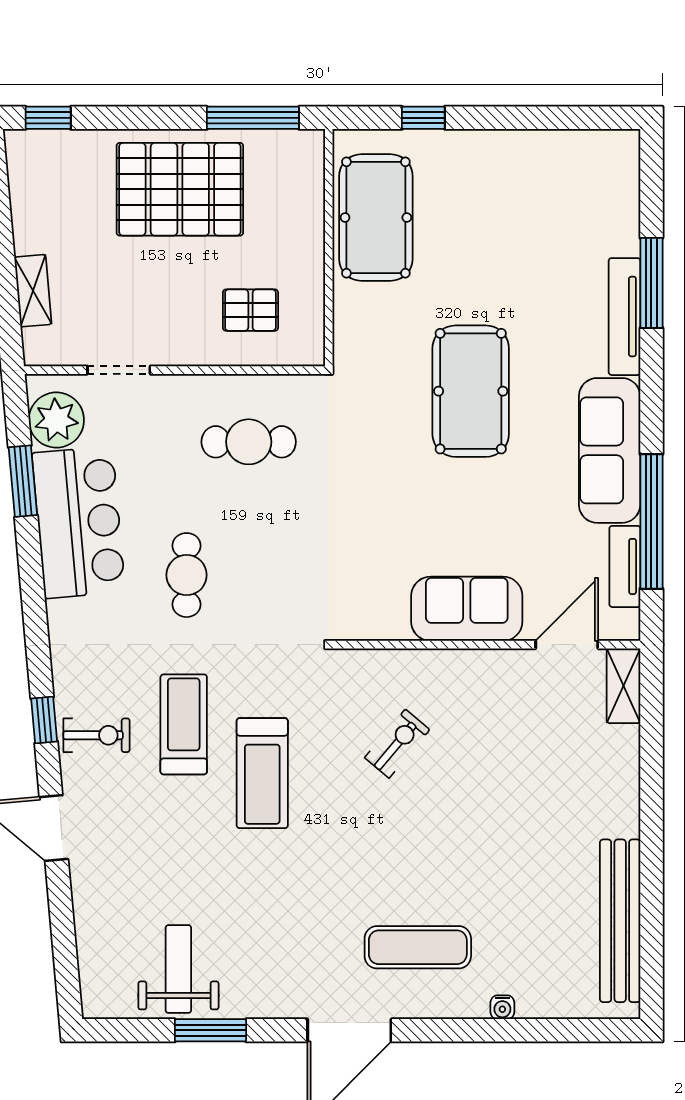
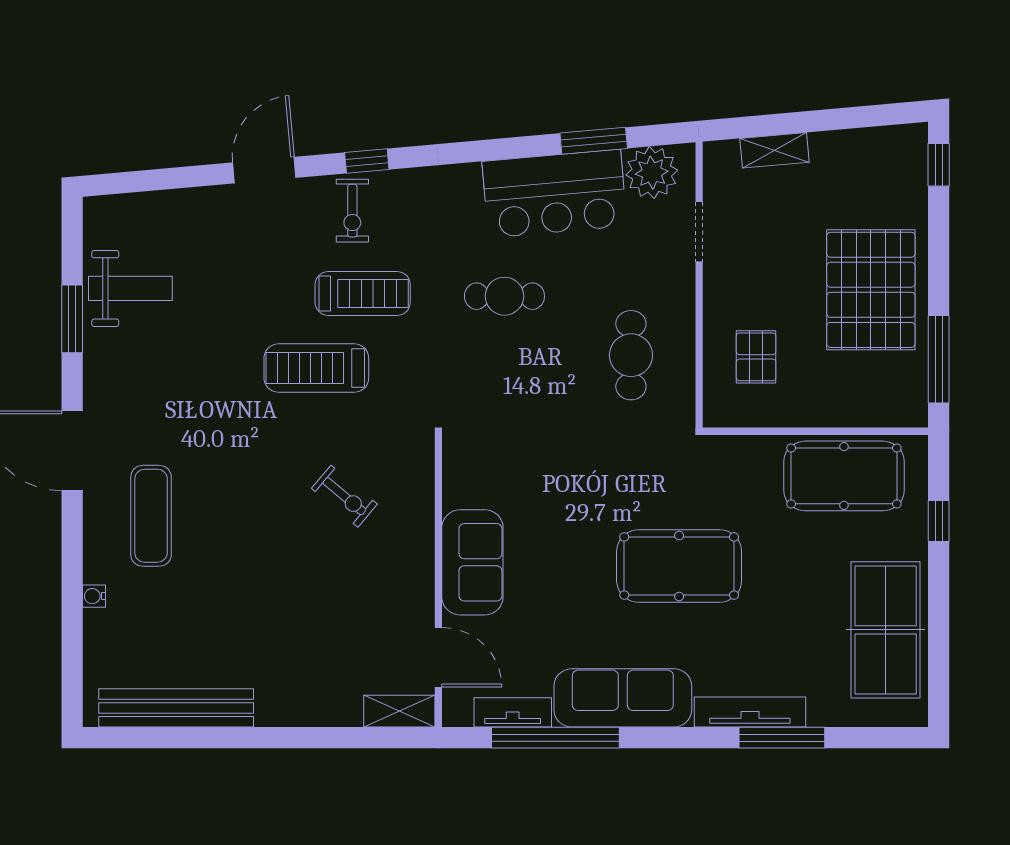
table tennis table: (538, 174) -> (886, 630), added

